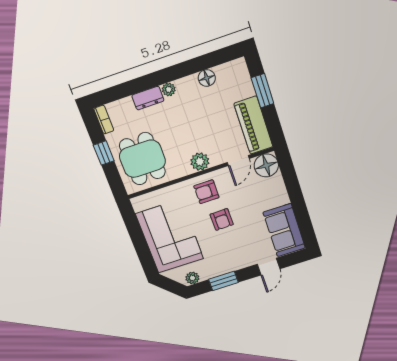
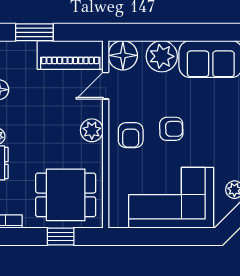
window: (104, 153) -> (61, 236), moved
door: (238, 160) -> (106, 86), swing flipped
plant: (275, 194) -> (162, 56), added

